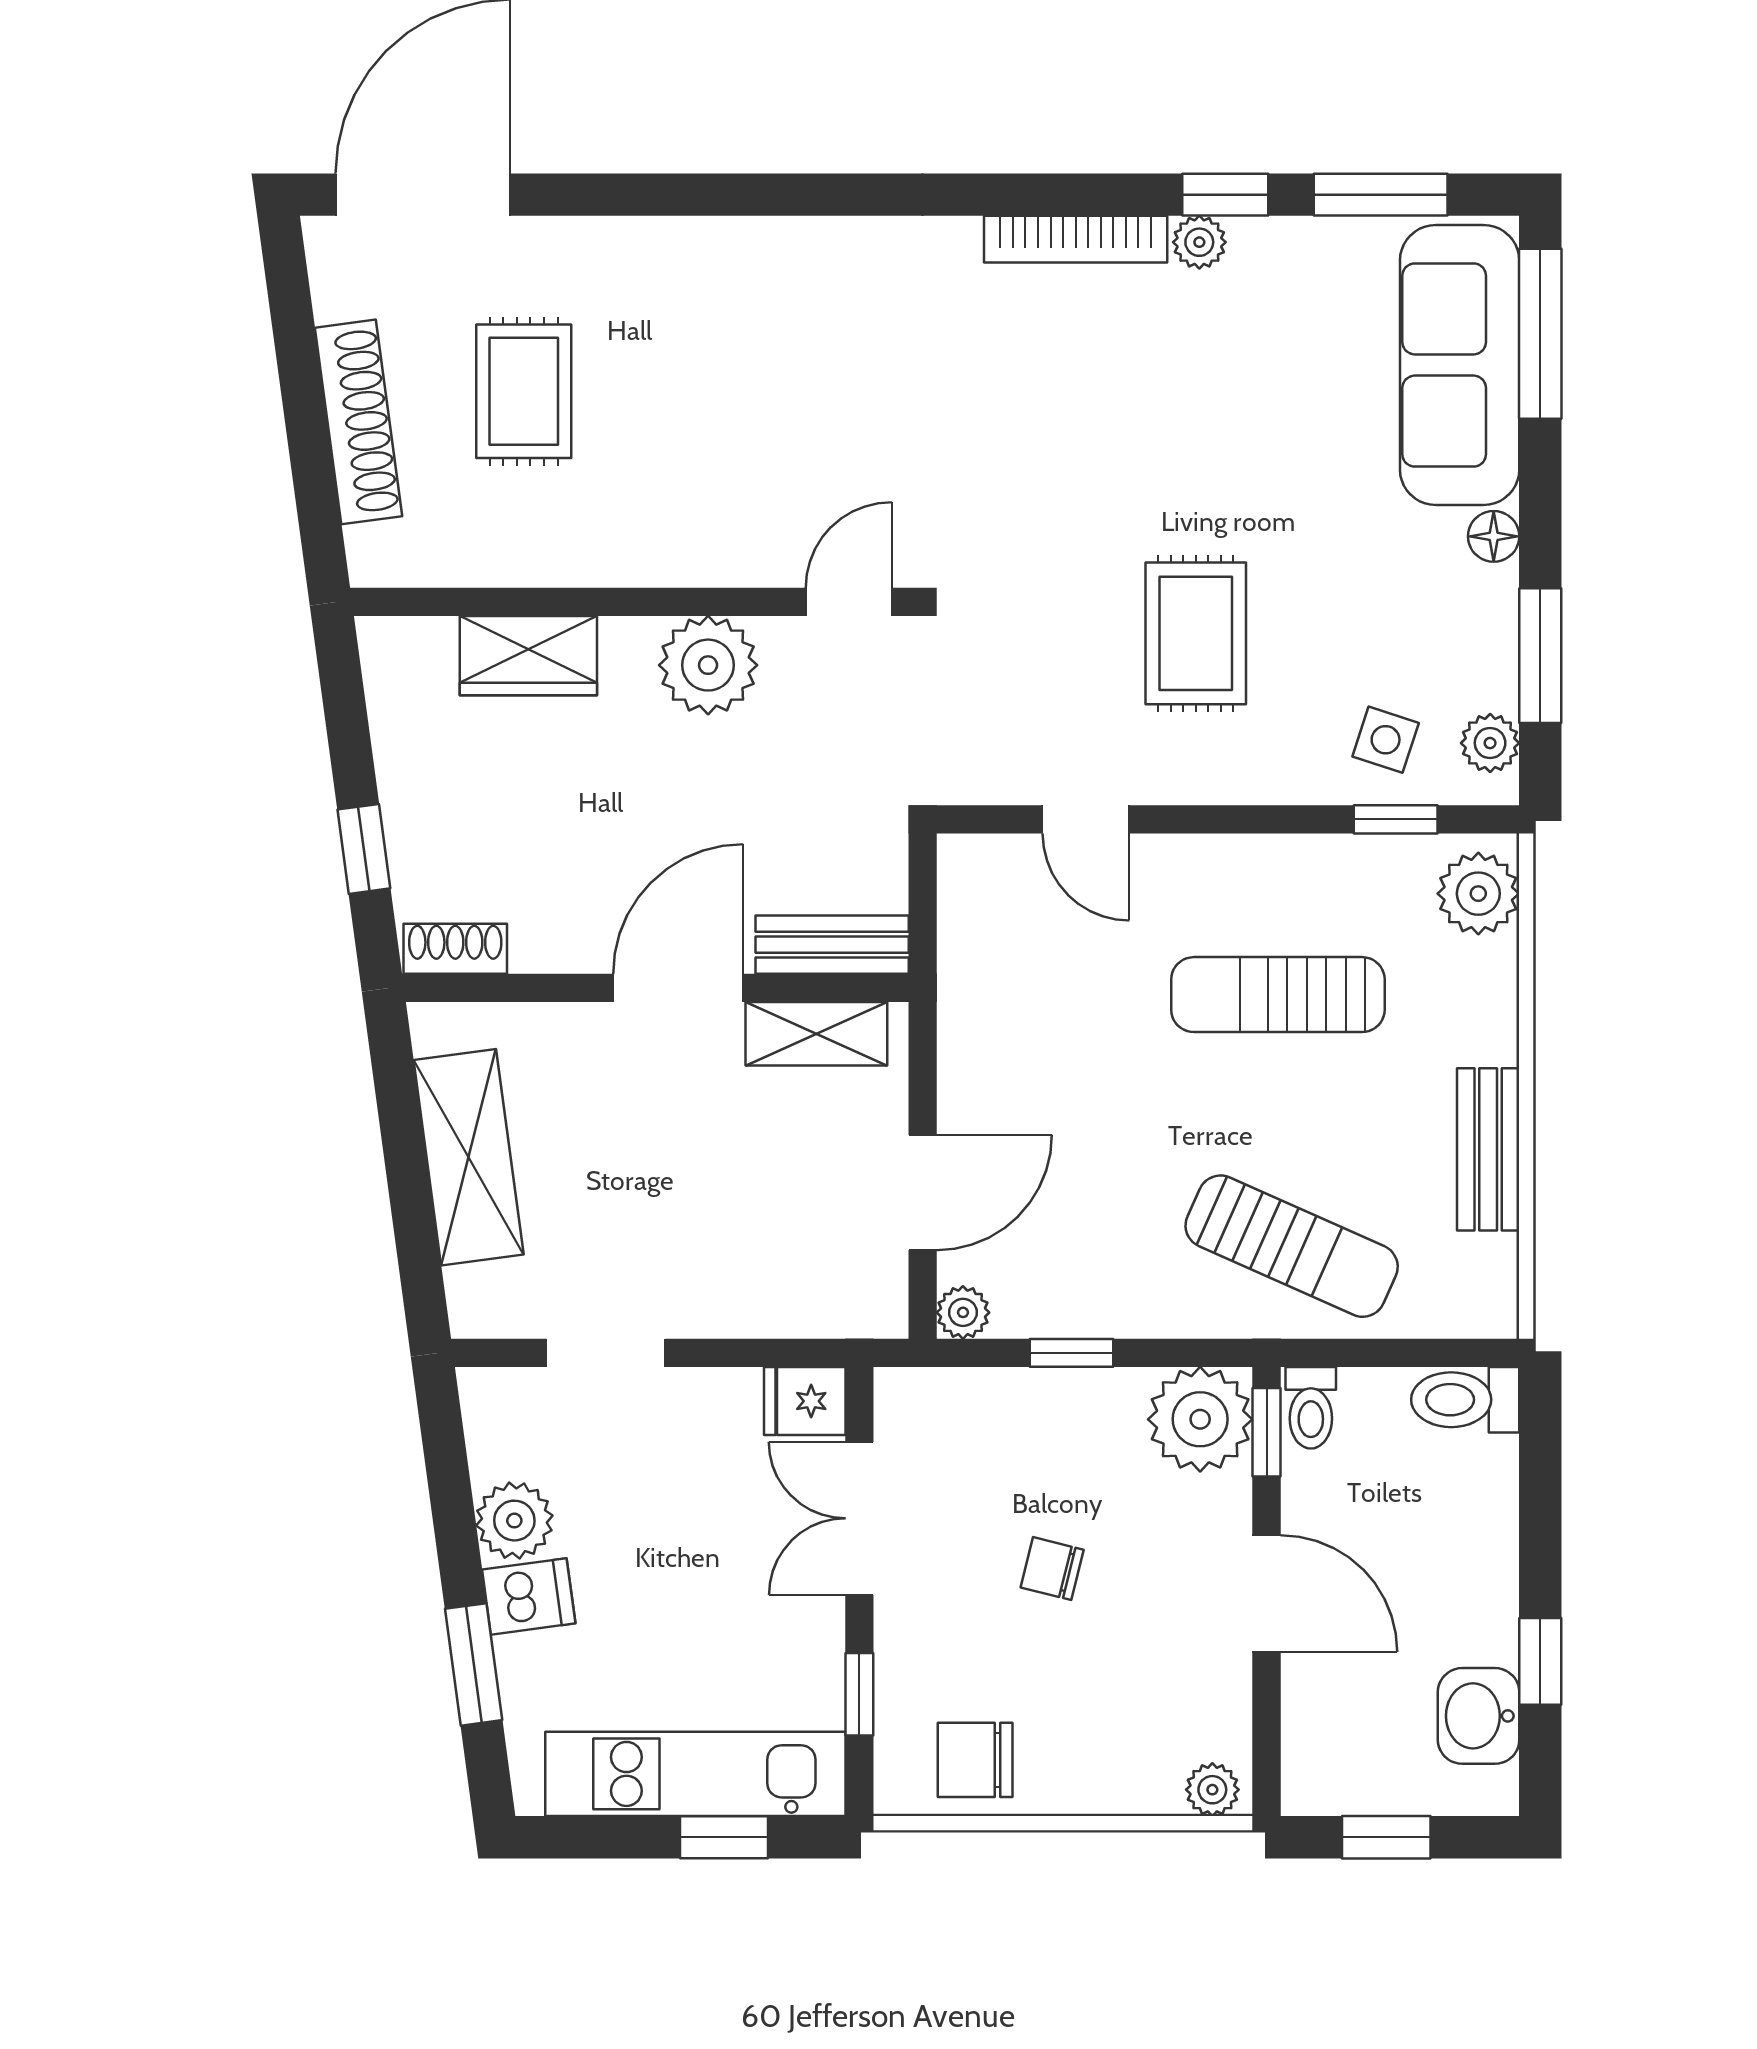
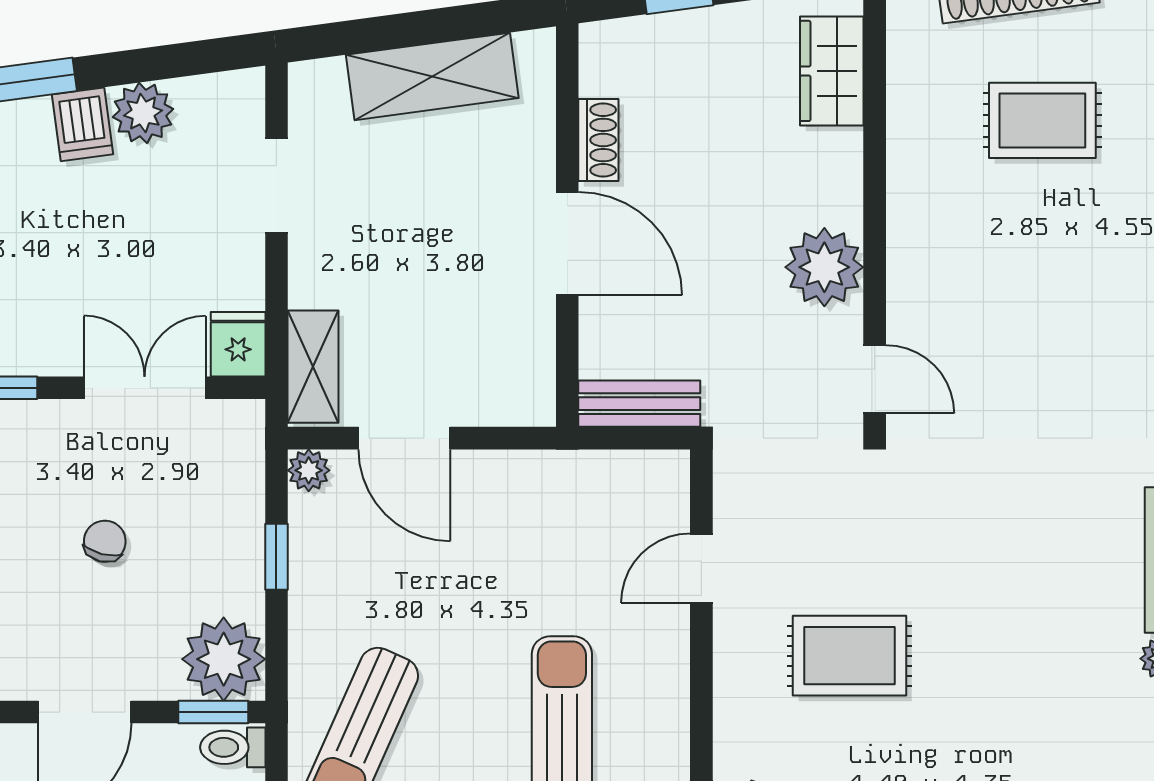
wardrobe: (528, 656) -> (832, 71), moved
bench: (832, 945) -> (639, 404), moved, turned 90
shoe rack: (455, 949) -> (598, 140), moved
shelving: (816, 1034) -> (313, 367), moved

